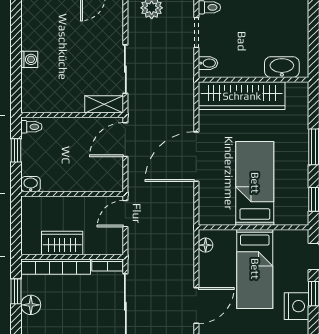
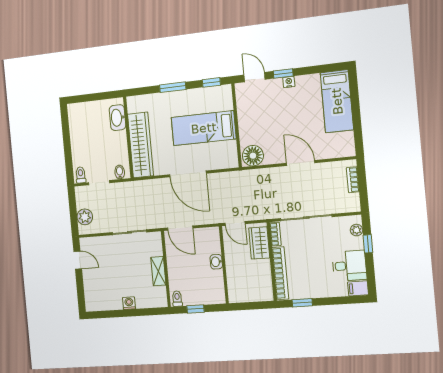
shelving: (104, 104) -> (158, 271), moved
washbasin: (31, 184) -> (216, 262), moved
wardrobe: (62, 243) -> (259, 243), moved
floor lamp: (206, 245) -> (253, 156), width x1.89, depth x1.89
bed: (255, 269) -> (268, 121), removed
floor lamp: (31, 305) -> (312, 291), removed
nightstand: (297, 306) -> (289, 82), width x0.53, depth x0.56

